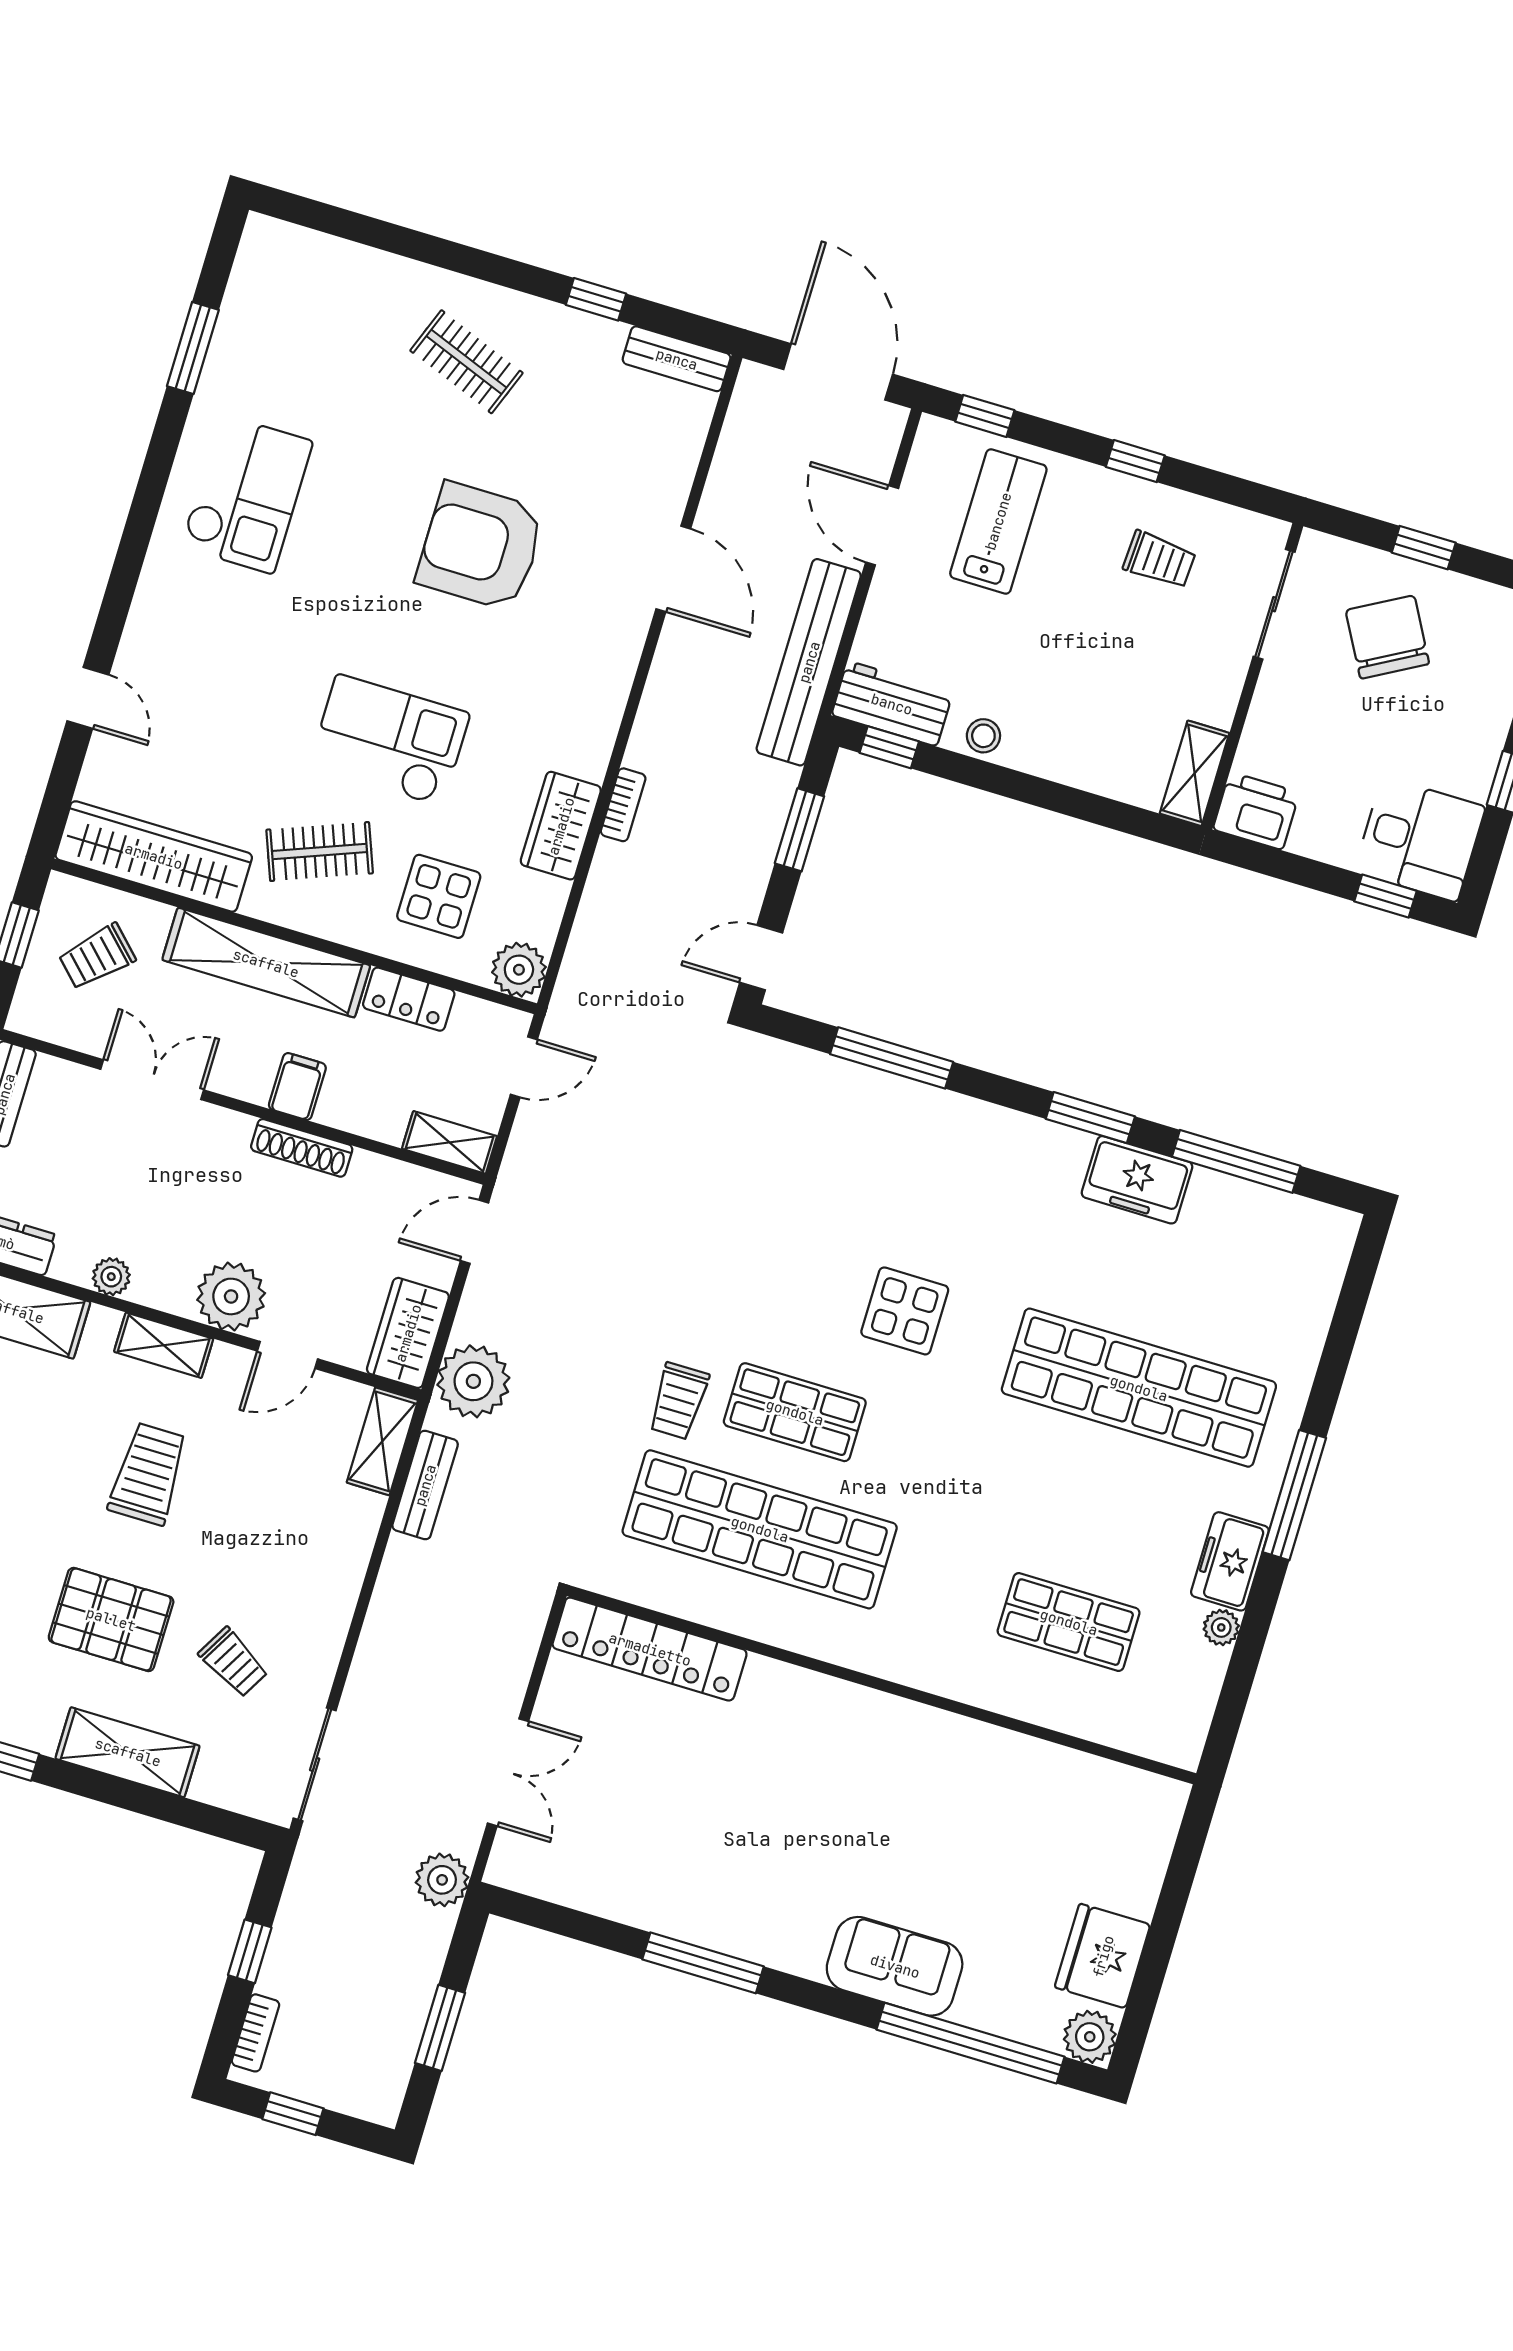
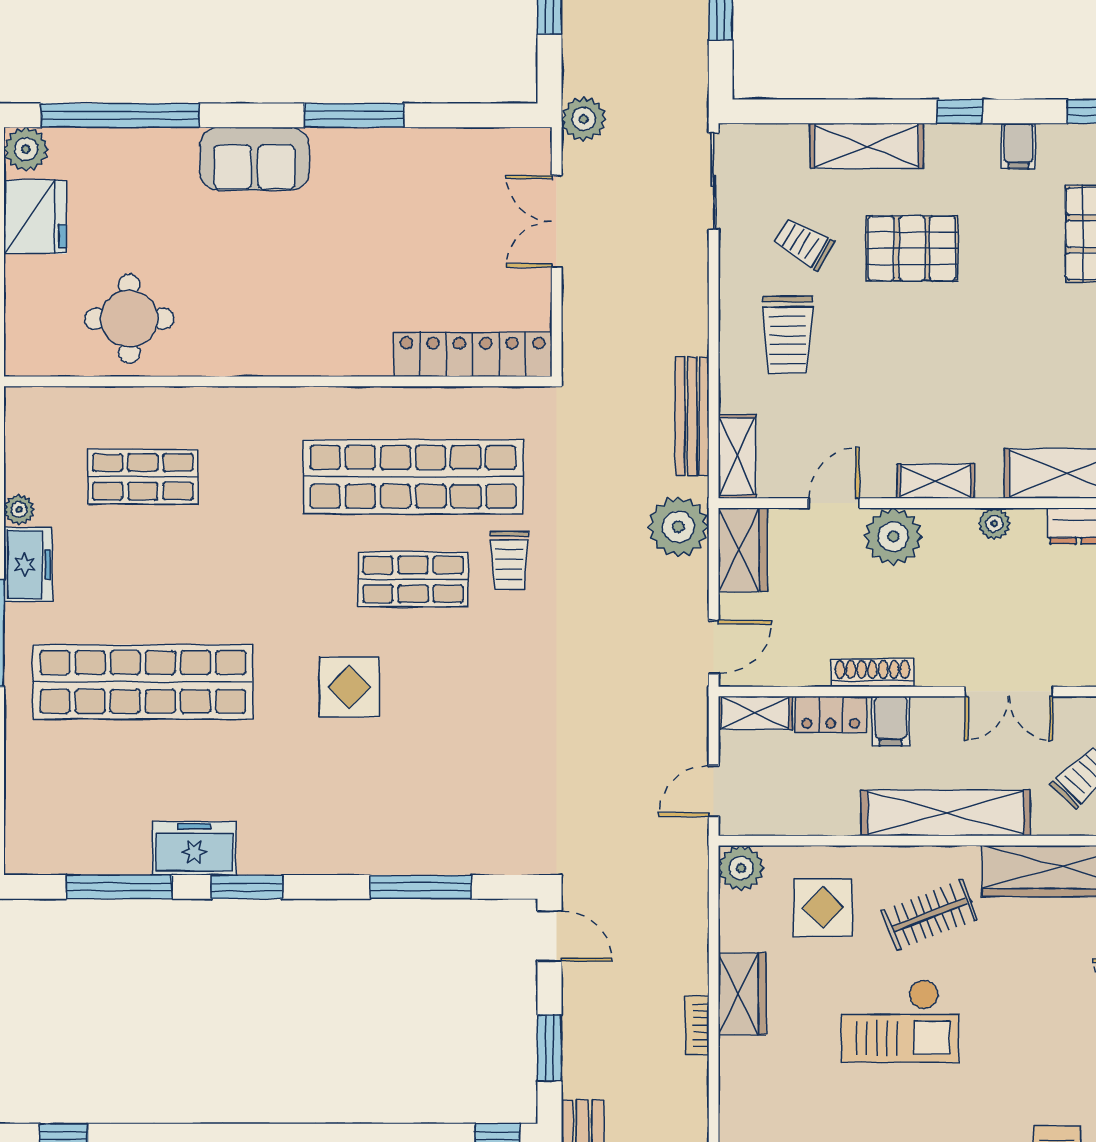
door: (761, 958) -> (550, 936), hinge flipped
locker: (409, 999) -> (831, 714), moved, turned 180
trolley: (678, 1401) -> (509, 560), turned 180
trolley: (148, 1474) -> (788, 335), moved
bench: (425, 1485) -> (692, 416), width x1.36
round table: (1030, 1808) -> (129, 319), added
sofa: (895, 1966) -> (255, 159), moved

